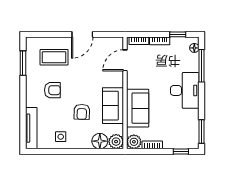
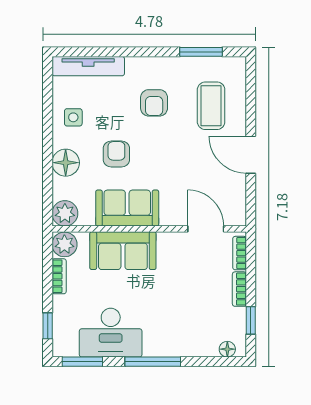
window: (201, 66) -> (153, 362), moved
desk: (185, 90) -> (111, 333), moved
armchair: (82, 112) -> (116, 154), turned 88
floor lamp: (100, 141) -> (66, 163), moved

